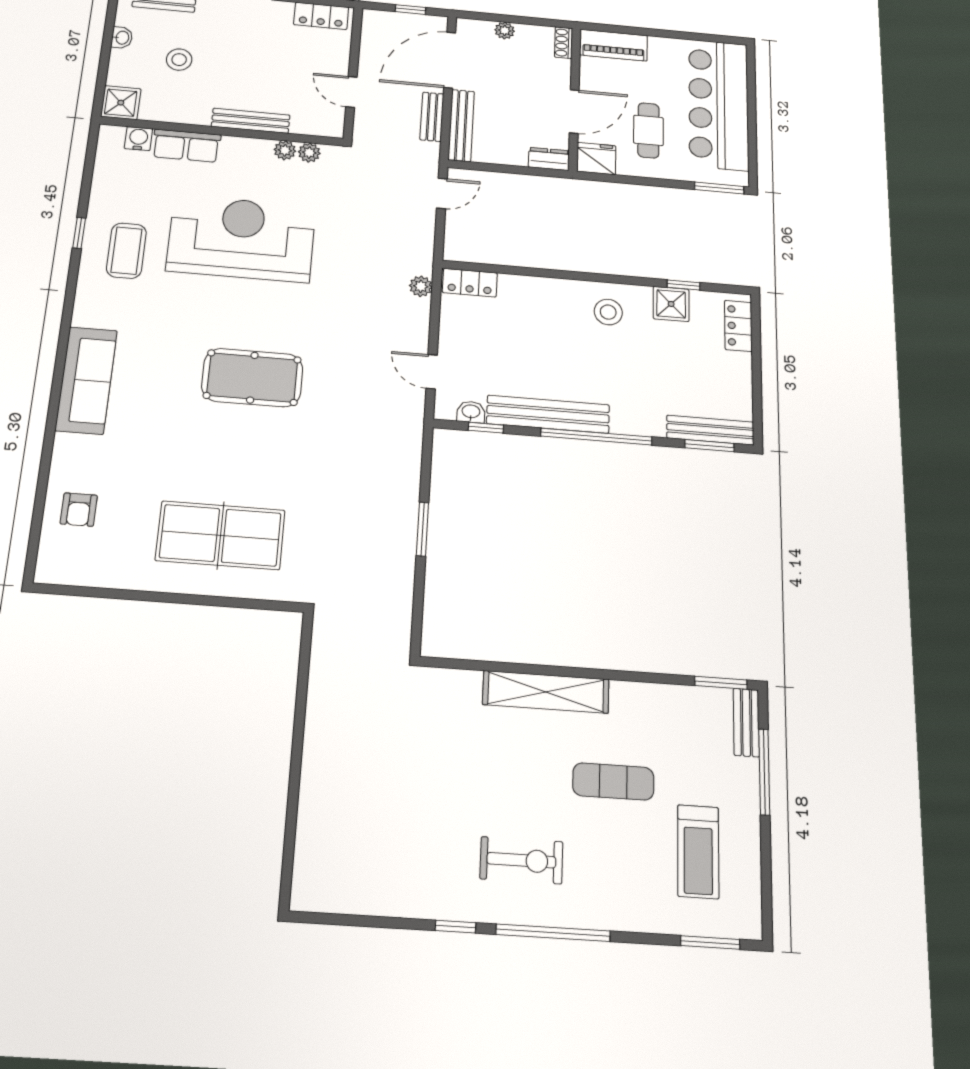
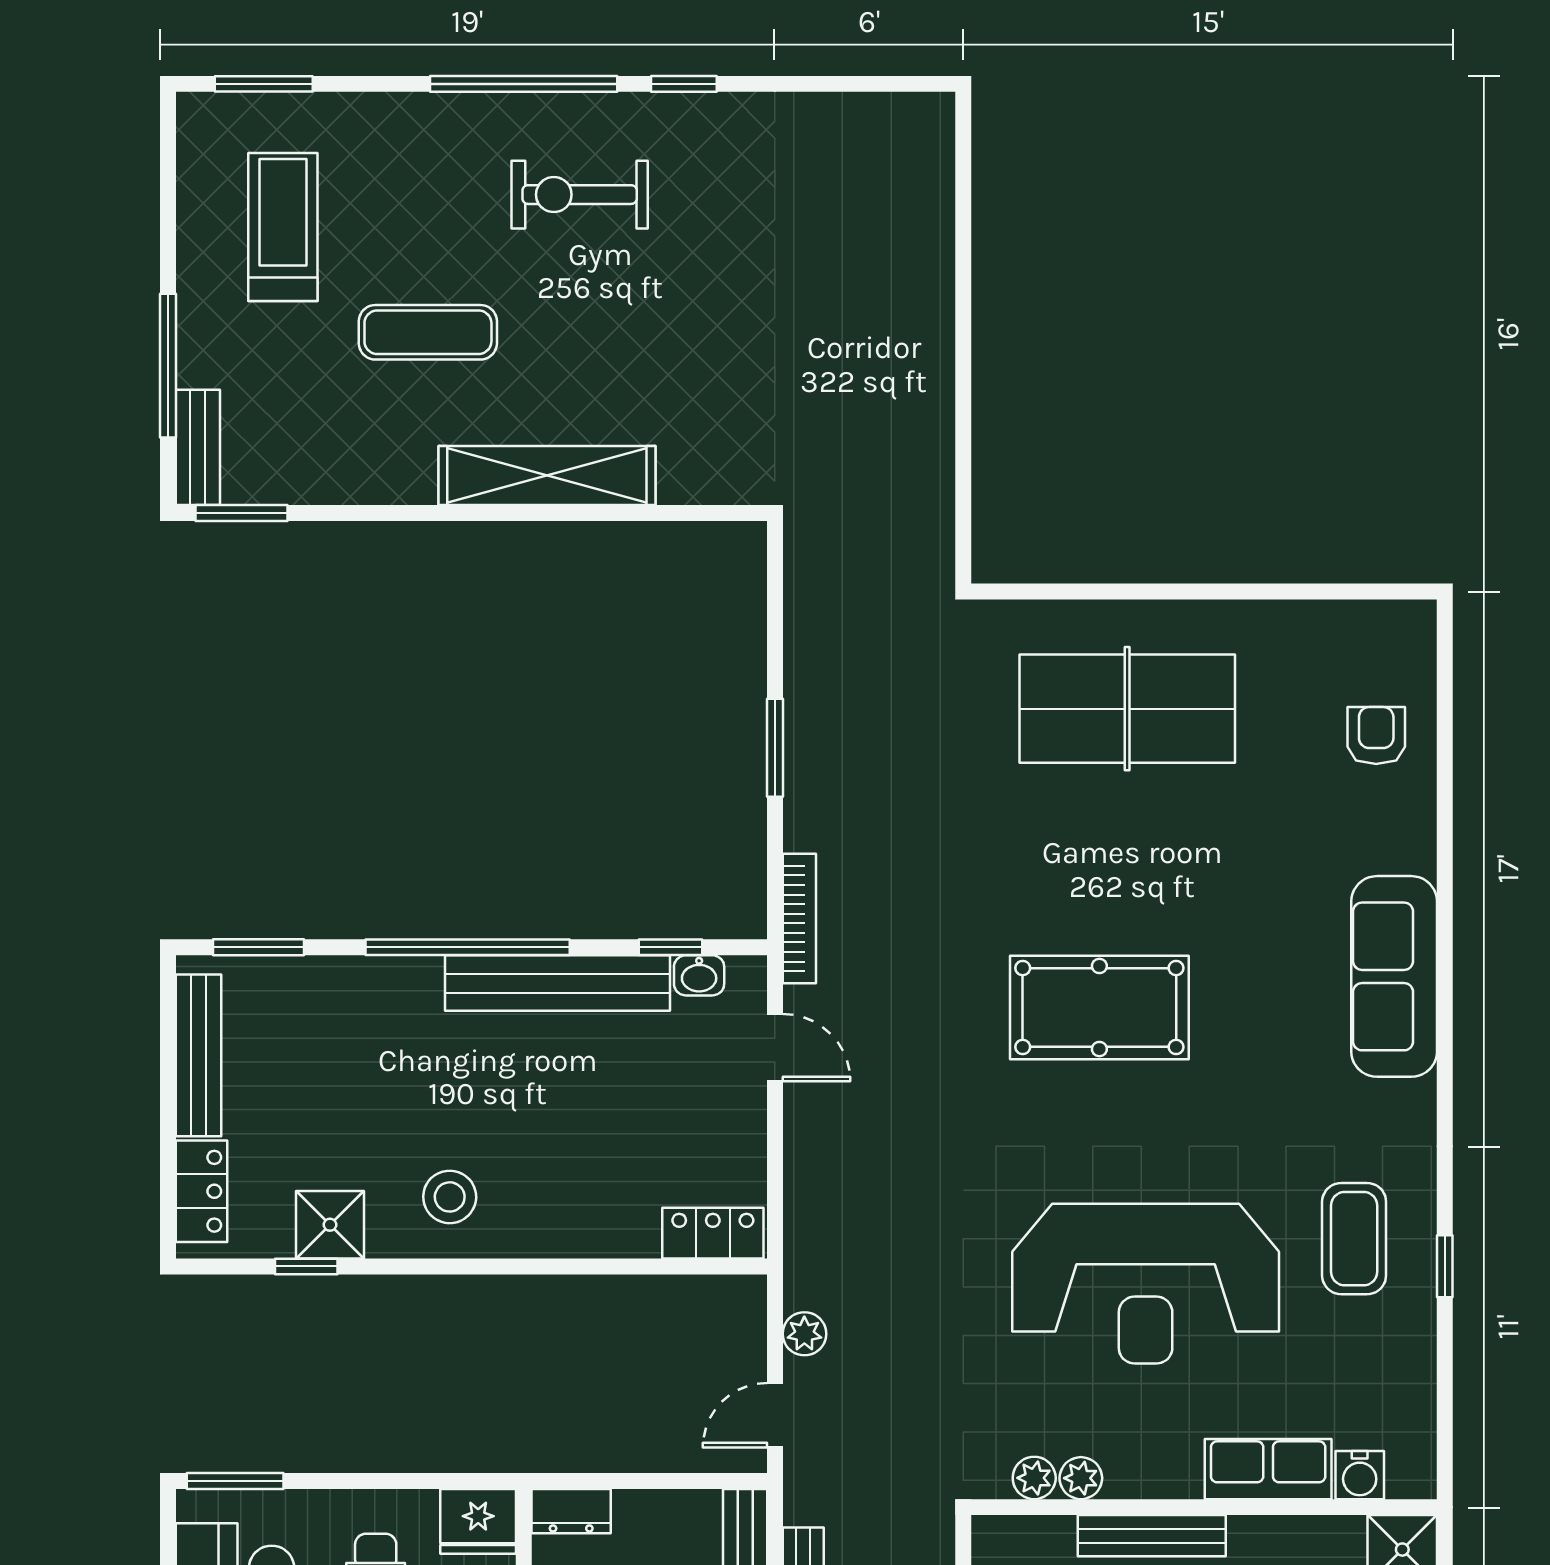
plant: (421, 286) -> (804, 1334), moved
bench: (710, 430) -> (198, 1055), moved, turned 90
bookcase: (414, 437) -> (799, 918), added

